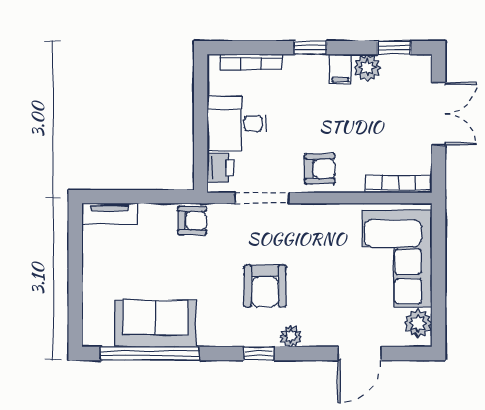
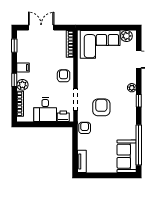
plant: (367, 68) -> (22, 85), moved
armchair: (265, 286) -> (101, 107), moved, turned -90
sofa: (155, 324) -> (127, 156), moved

